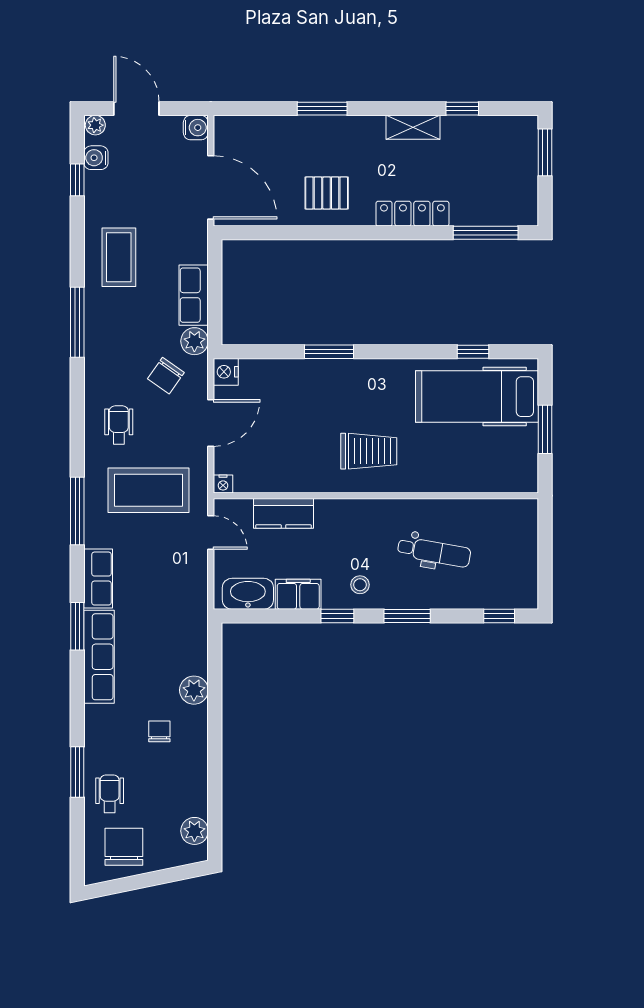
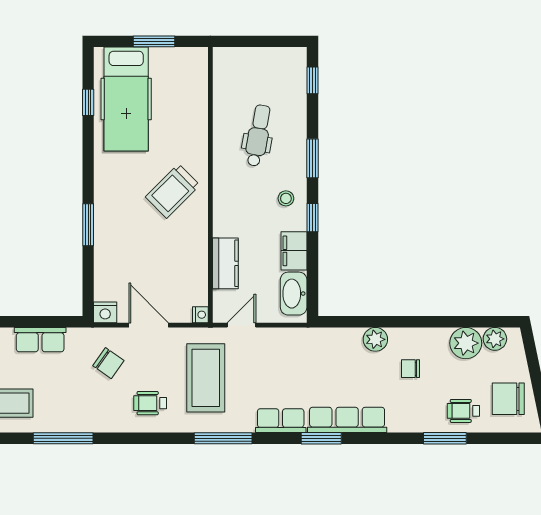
plant: (194, 341) -> (466, 343), moved, width x1.36, depth x1.36
trolley: (369, 451) -> (173, 191), turned -135

